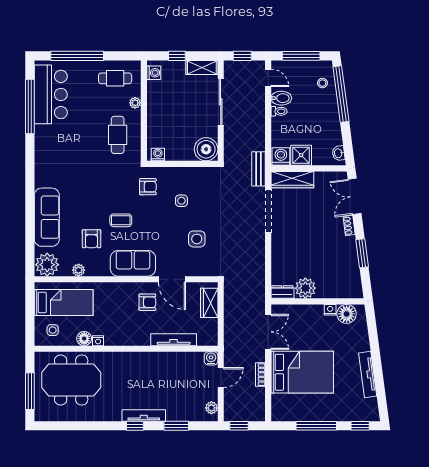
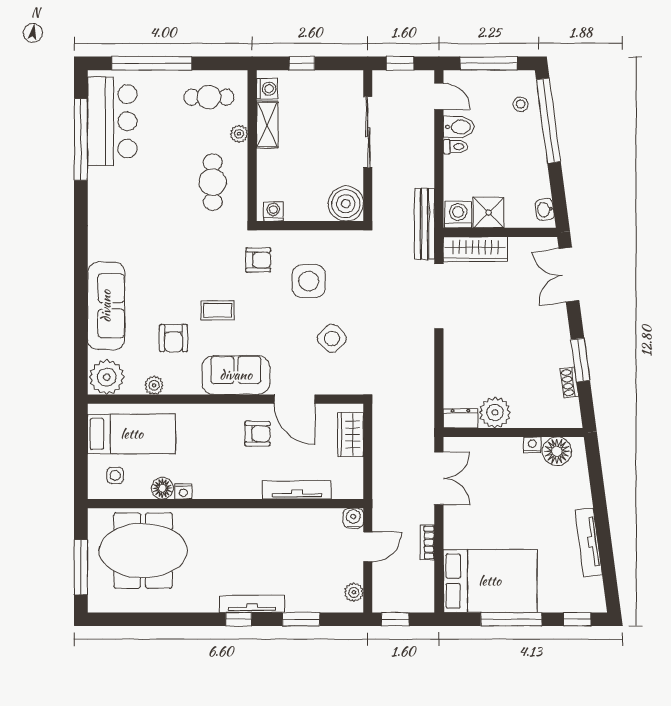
shelving: (202, 67) -> (267, 125), moved, turned 90
bench: (258, 169) -> (425, 224), width x1.36
side table: (181, 201) -> (309, 281), width x1.87, depth x1.87
shoe rack: (349, 226) -> (569, 382), moved
side table: (197, 239) -> (332, 338), turned 45
bed: (302, 372) -> (490, 581), moved

